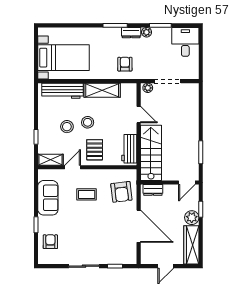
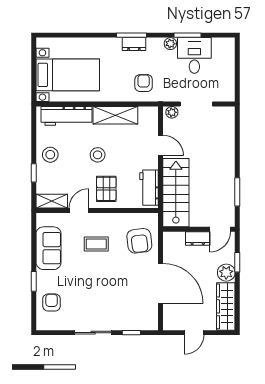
dresser: (131, 33) -> (134, 44), moved
desk: (185, 42) -> (194, 55), moved
stool: (67, 127) -> (50, 155), moved
dresser: (153, 190) -> (198, 238), moved

